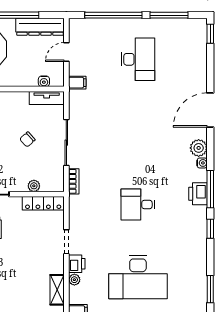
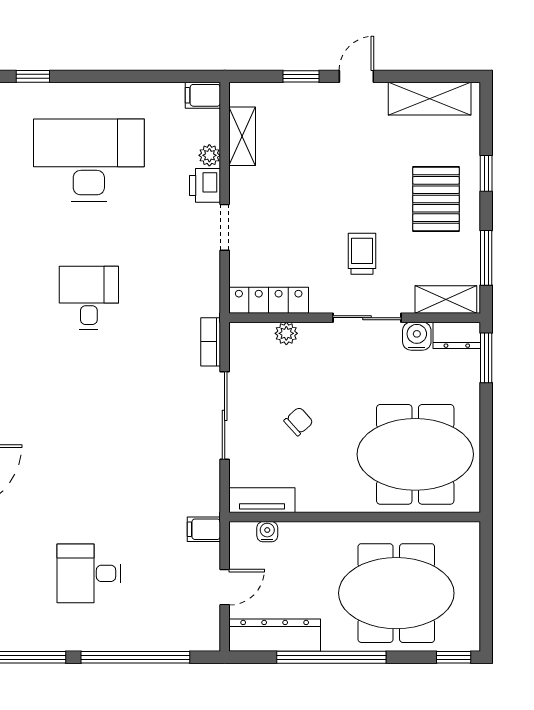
desk: (138, 59) -> (89, 573), width x0.73
desk: (138, 204) -> (89, 298), turned -90

